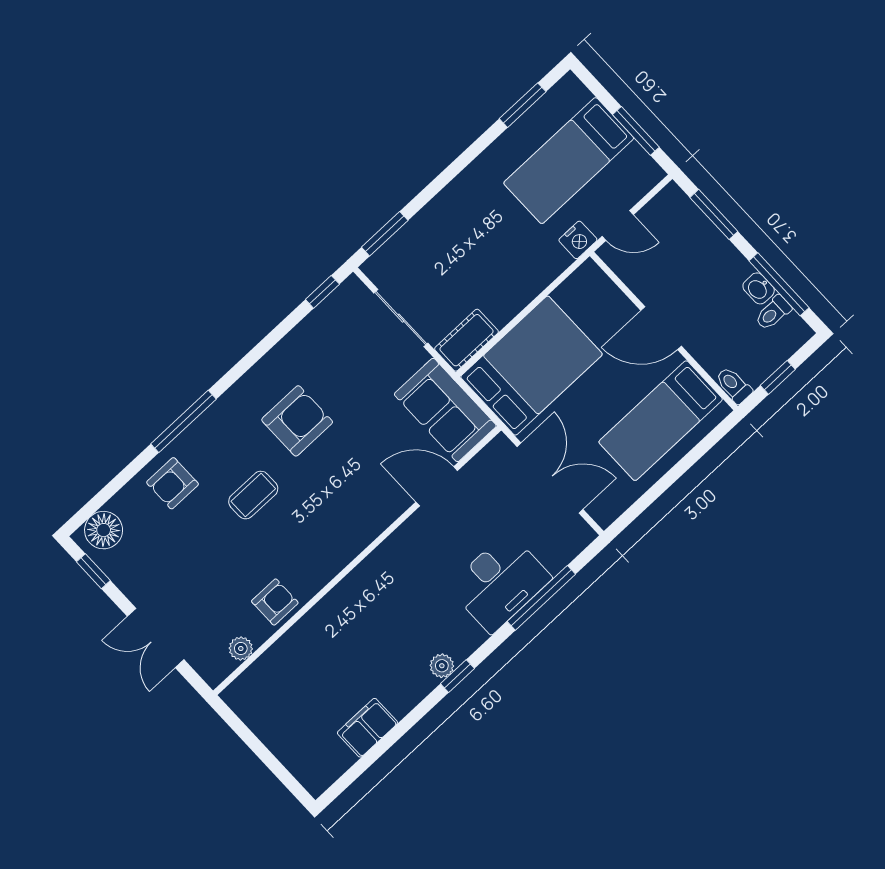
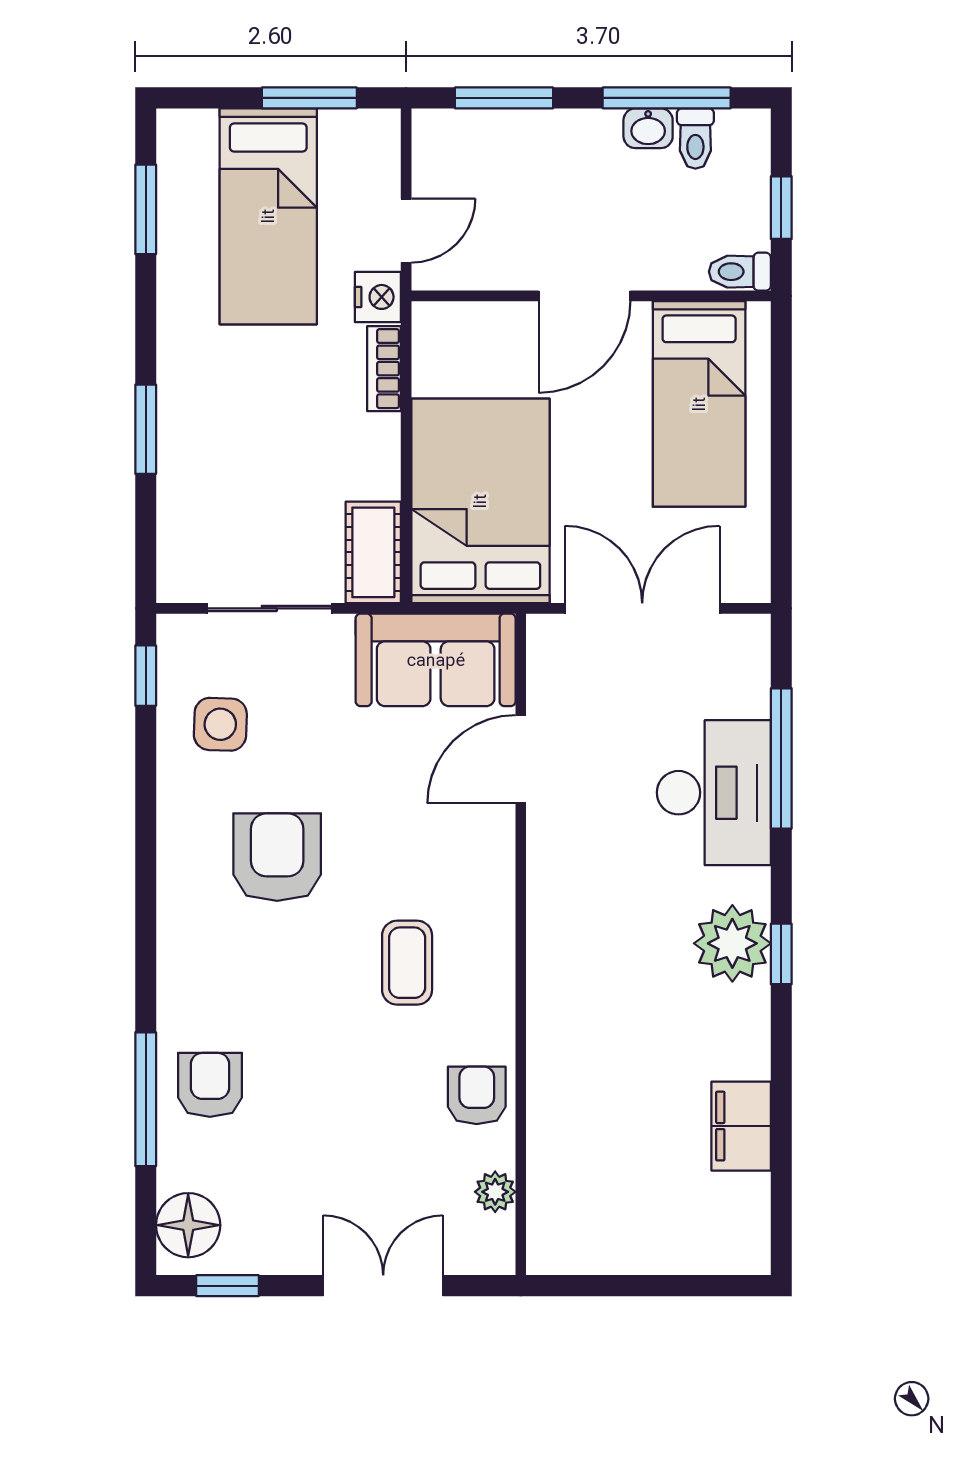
window: (385, 234) -> (146, 429), moved
bookcase: (550, 271) -> (384, 369), added
side table: (331, 343) -> (220, 724), added
window: (183, 421) -> (146, 1099), moved
armchair: (173, 483) -> (210, 1085), turned 180
coffee table: (253, 495) -> (407, 963), moved
double door: (156, 638) -> (383, 1286), swing flipped
plant: (442, 666) -> (732, 943), width x1.87, depth x1.87

